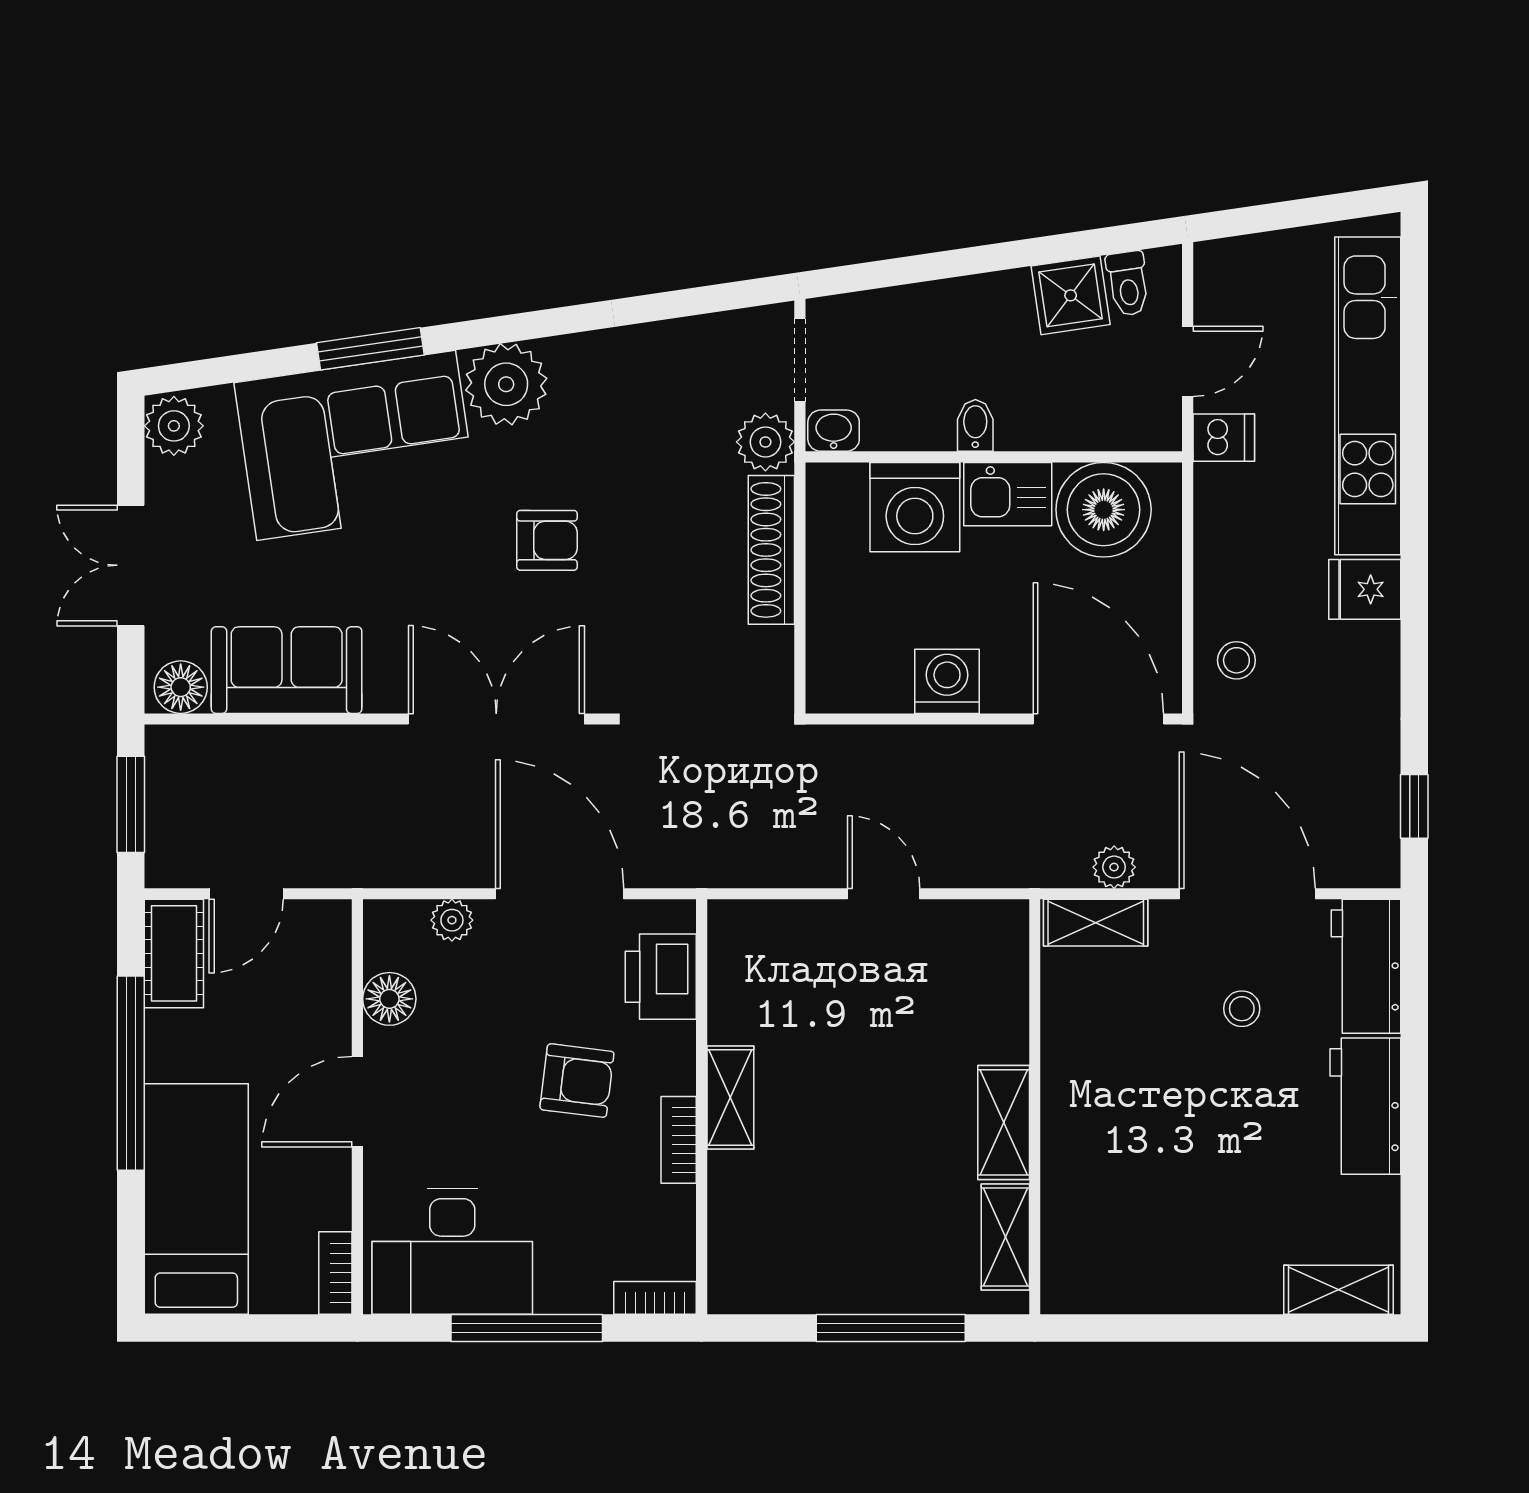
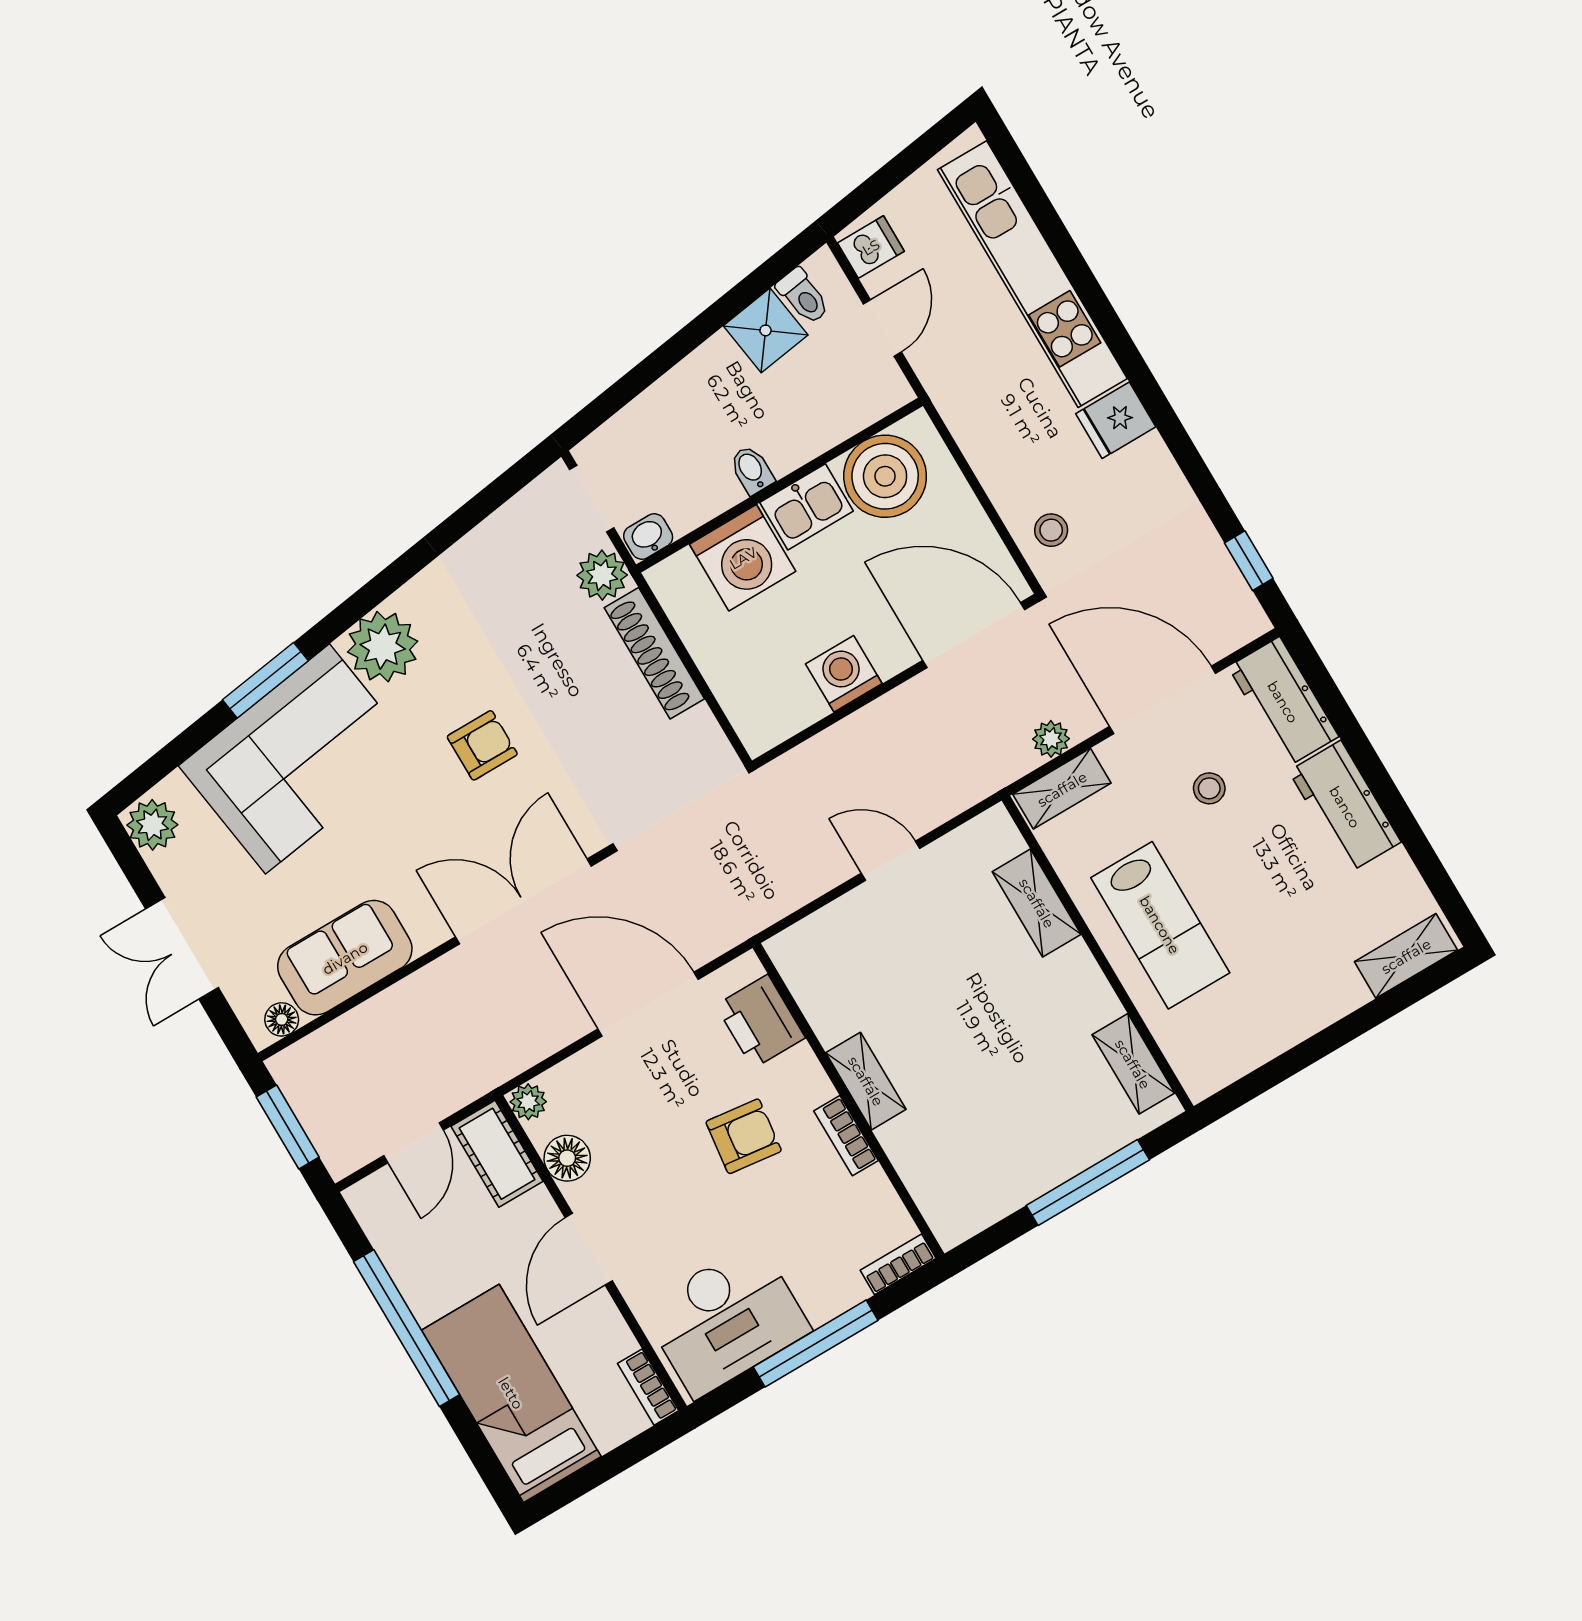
dishwasher: (1224, 438) -> (871, 247), moved
floor lamp: (181, 687) -> (282, 1019), width x0.73, depth x0.73
plant: (452, 920) -> (528, 1102), moved
cot: (174, 953) -> (497, 1154), moved
lab bench: (1113, 1116) -> (1160, 925), added
shelving: (1004, 1122) -> (1037, 903), moved

